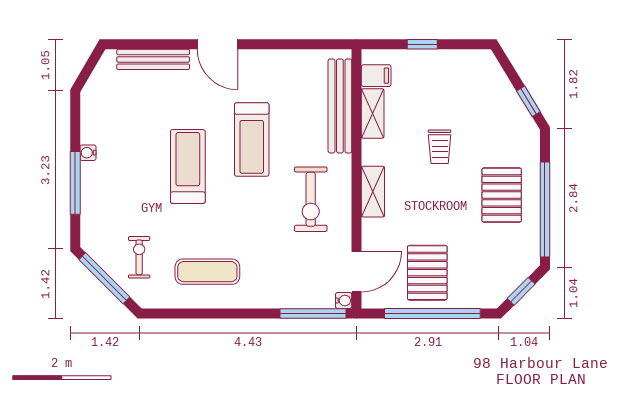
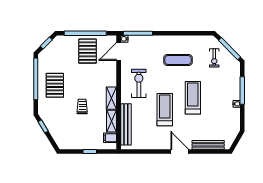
treadmill: (188, 167) -> (193, 98), turned 180
shelving: (373, 192) -> (111, 98), moved
exercise mat: (207, 272) -> (178, 60), moved

